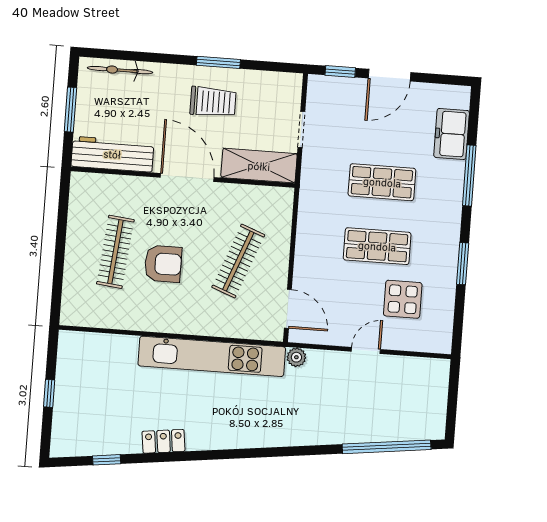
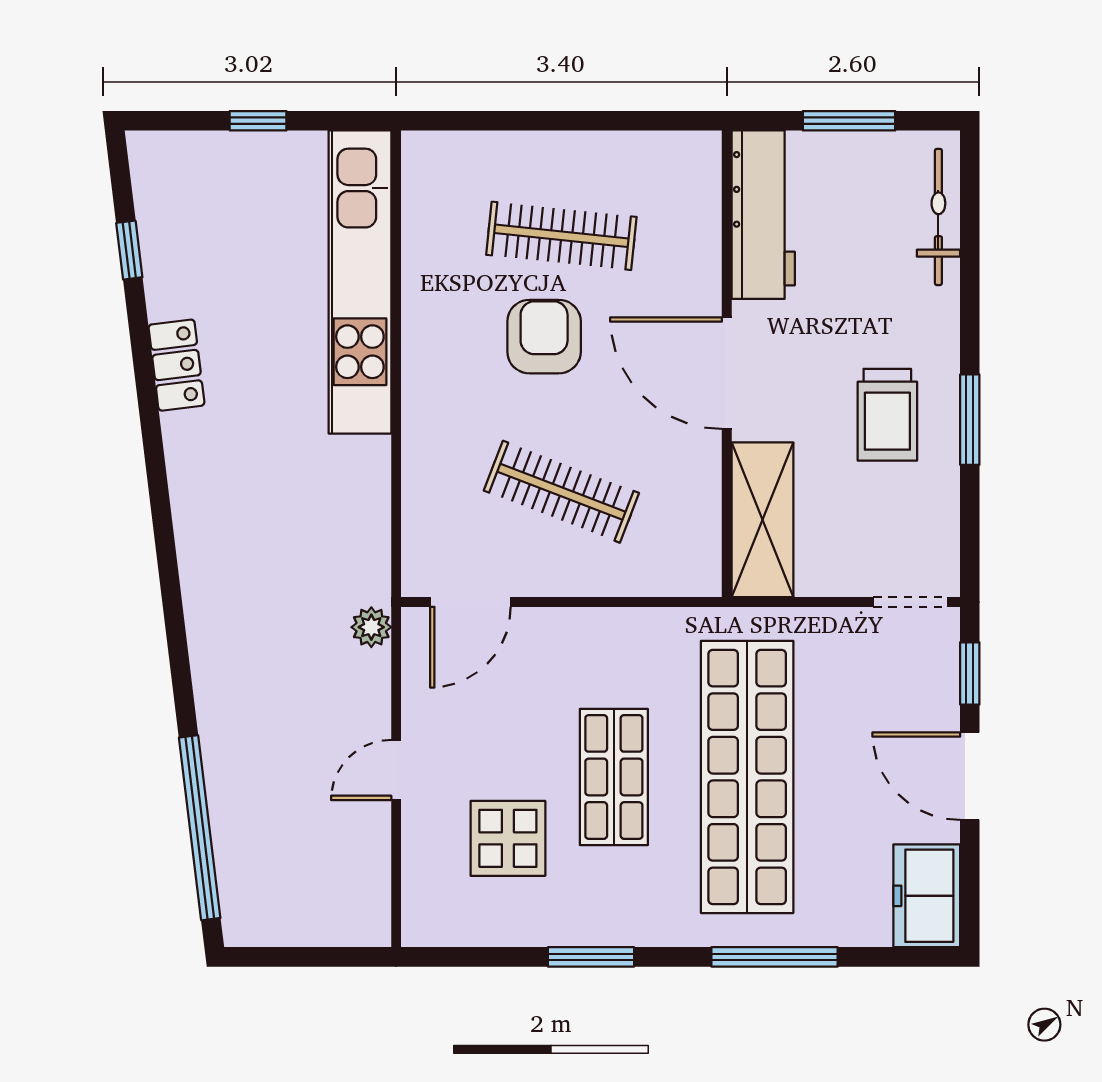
doorway: (301, 129) -> (910, 602), moved
freezer: (452, 134) -> (927, 896), moved, turned -90
door: (187, 177) -> (727, 373), swing flipped
shop shelf: (382, 182) -> (747, 777), width x2.00, depth x1.36
armchair: (163, 264) -> (544, 337), turned 180
door: (366, 350) -> (396, 770), swing flipped
kitchen unit: (212, 356) -> (360, 282), moved

